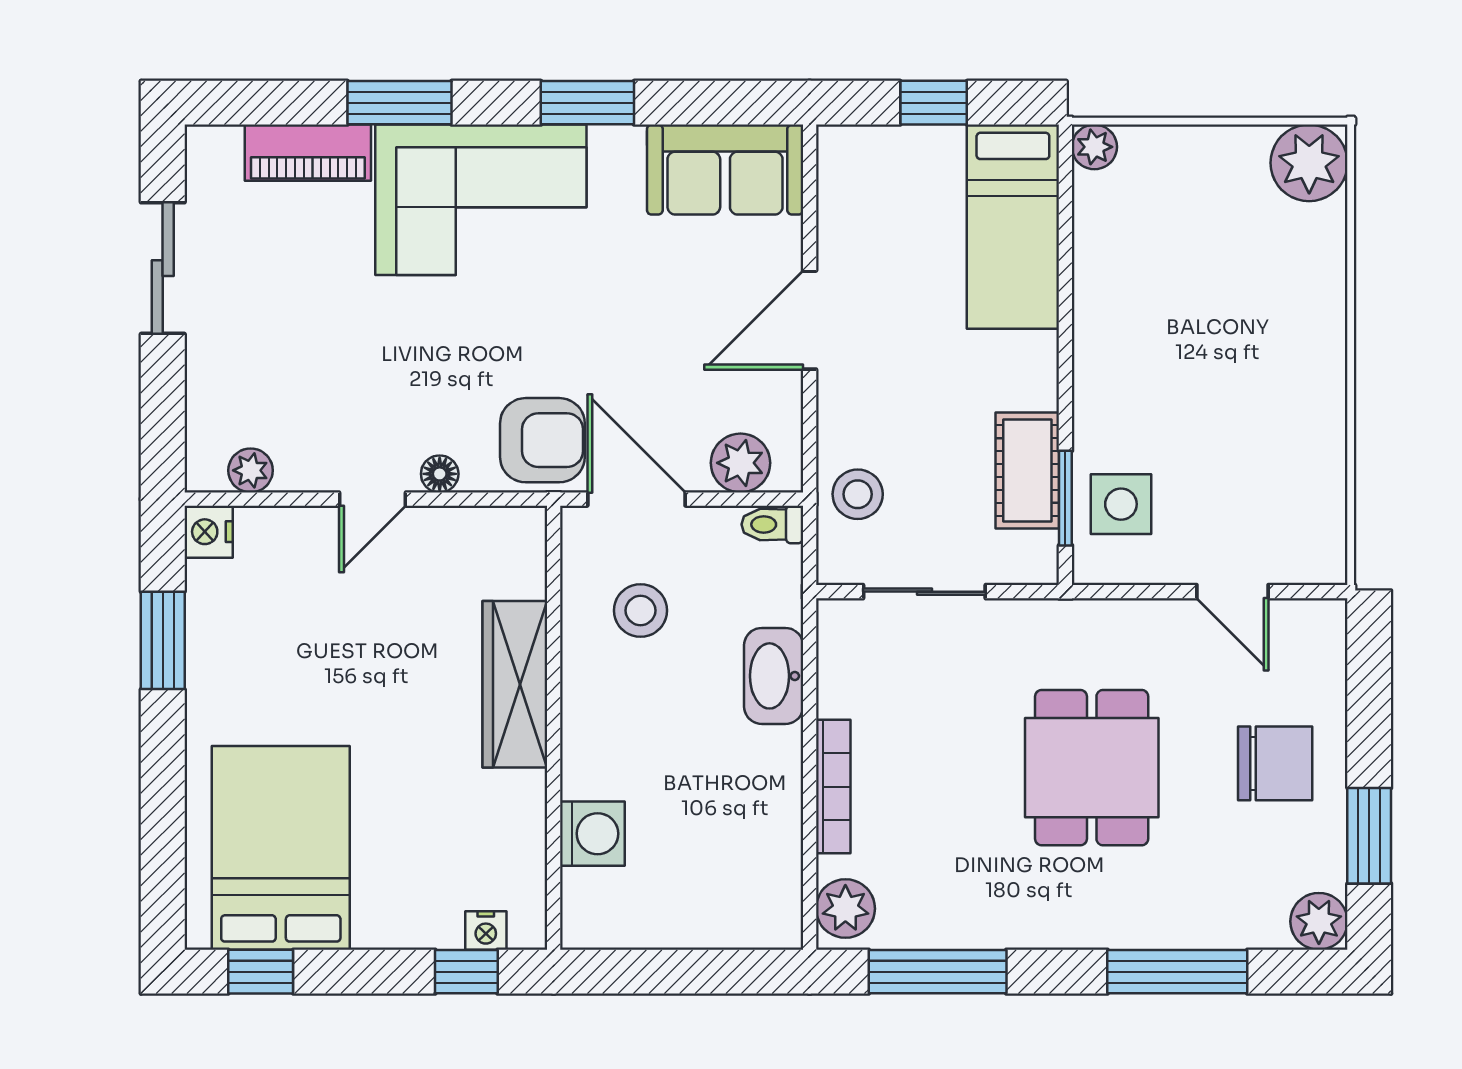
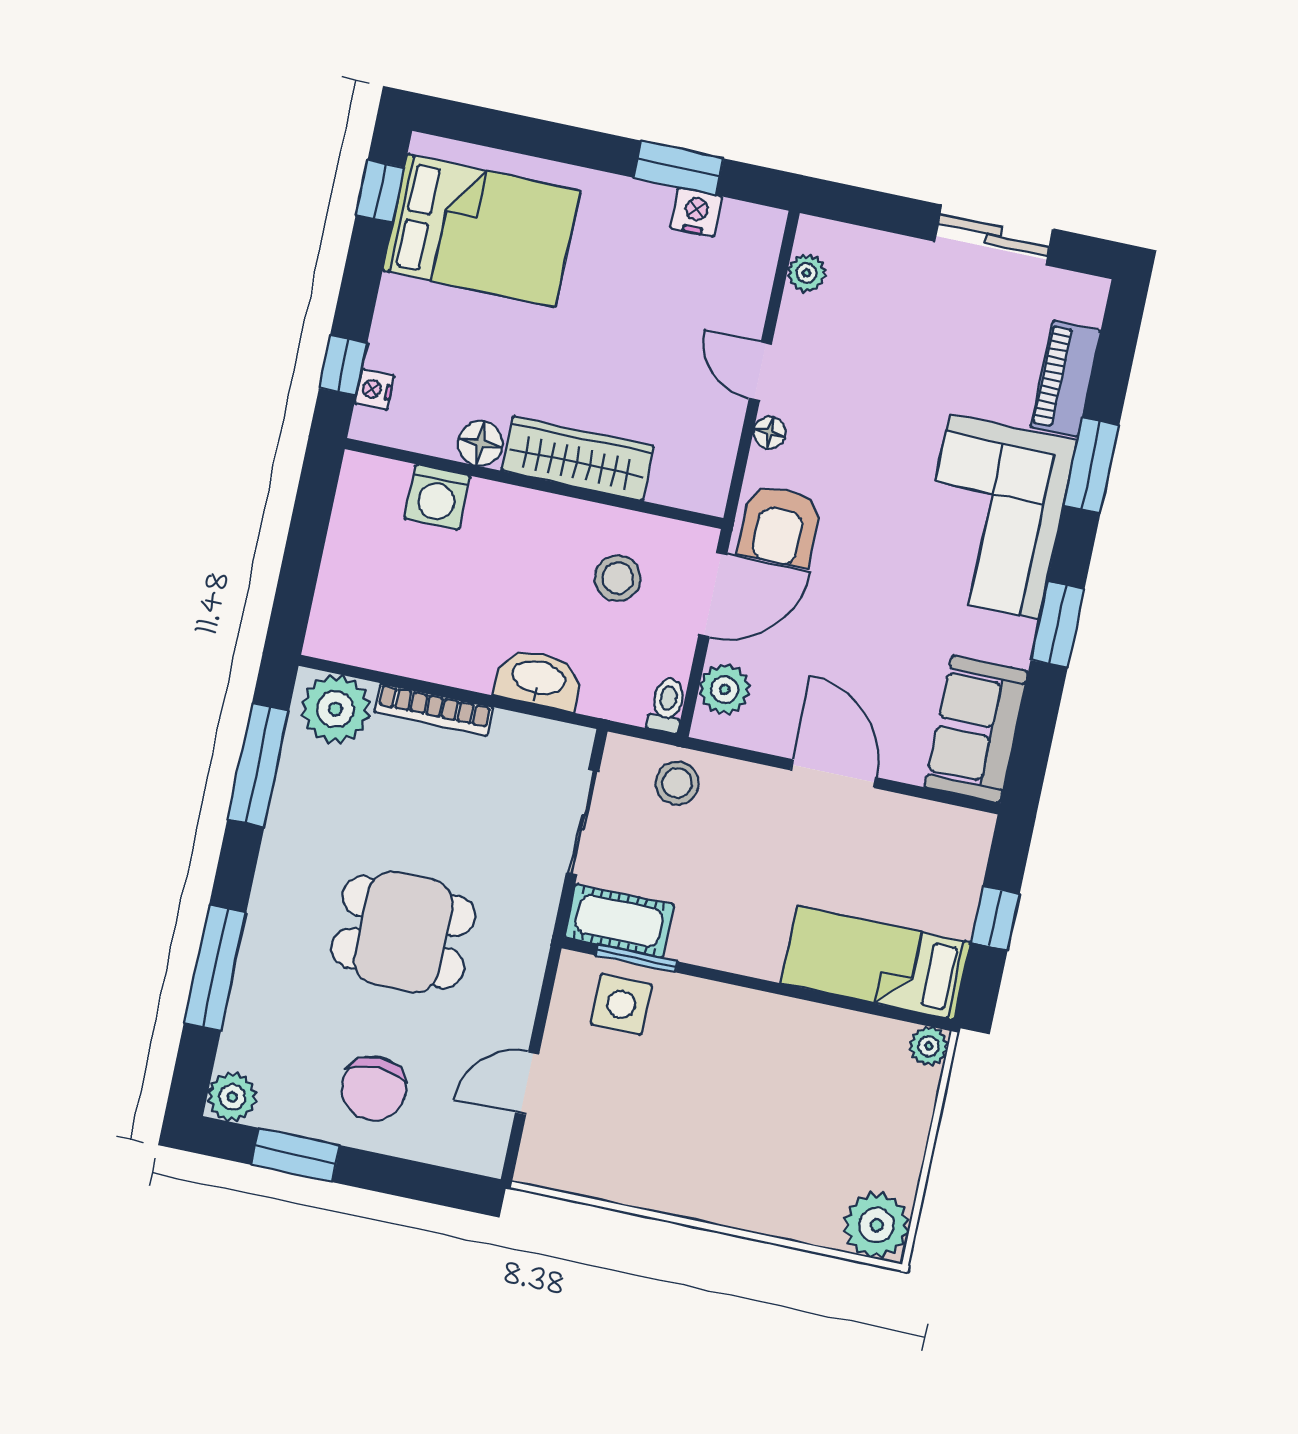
cot: (1027, 471) -> (619, 921), moved
nightstand: (209, 532) -> (696, 212), moved
floor lamp: (521, 798) -> (480, 443), added
plant: (845, 909) -> (335, 709), width x1.36, depth x1.36

